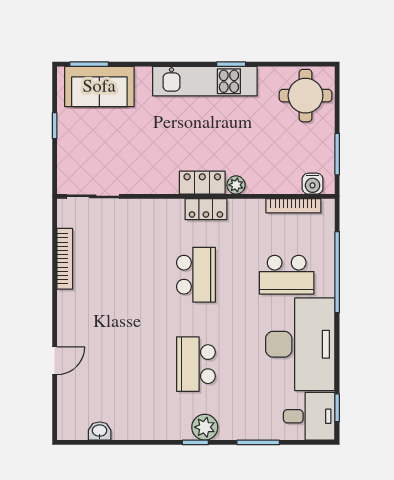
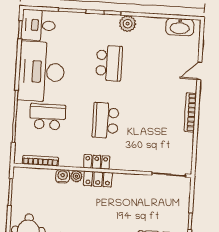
water cooler: (313, 184) -> (63, 176), moved
bookcase: (65, 259) -> (190, 112), moved
plant: (205, 427) -> (128, 24), moved
washbasin: (100, 431) -> (180, 27), width x1.91, depth x1.45

